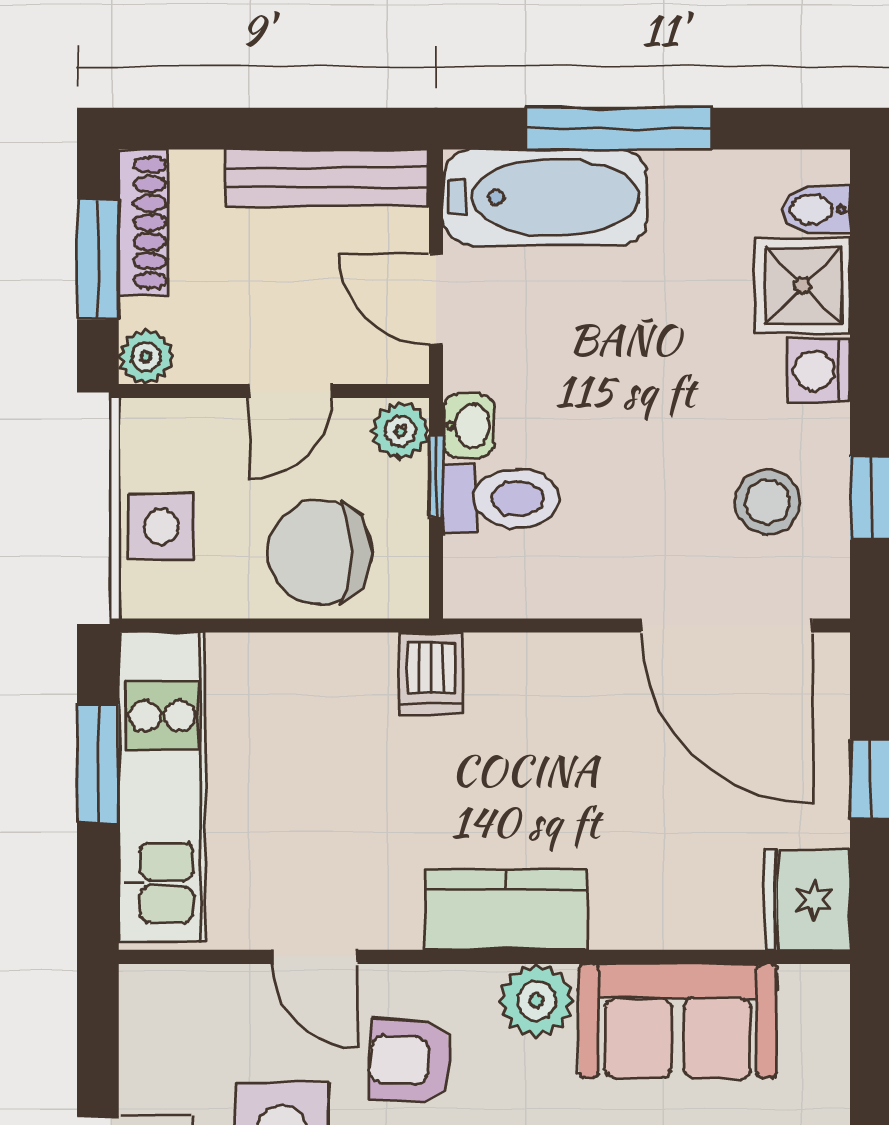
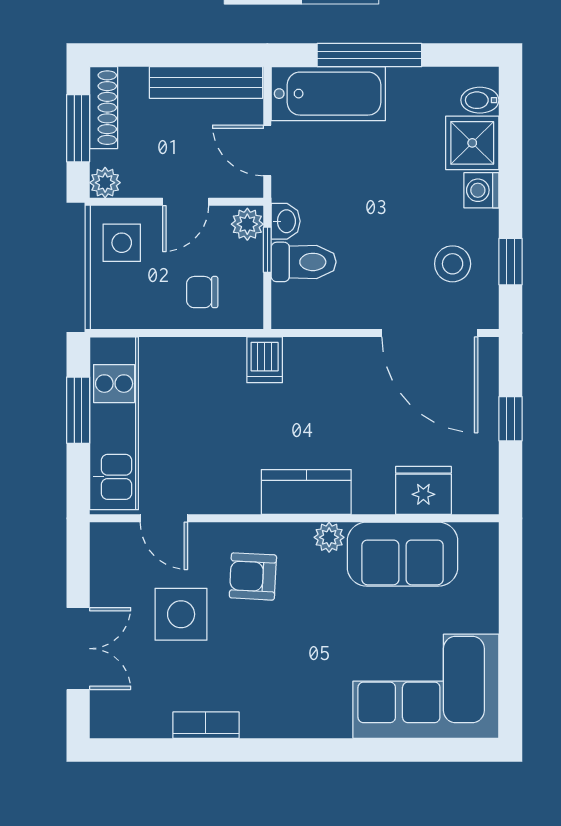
side table: (161, 526) -> (122, 243), moved
chair: (320, 552) -> (202, 292), width x0.54, depth x0.54
fridge: (807, 900) -> (423, 490), moved, turned 90
door: (315, 957) -> (164, 518), moved
plant: (536, 1001) -> (329, 537), width x0.73, depth x0.73

